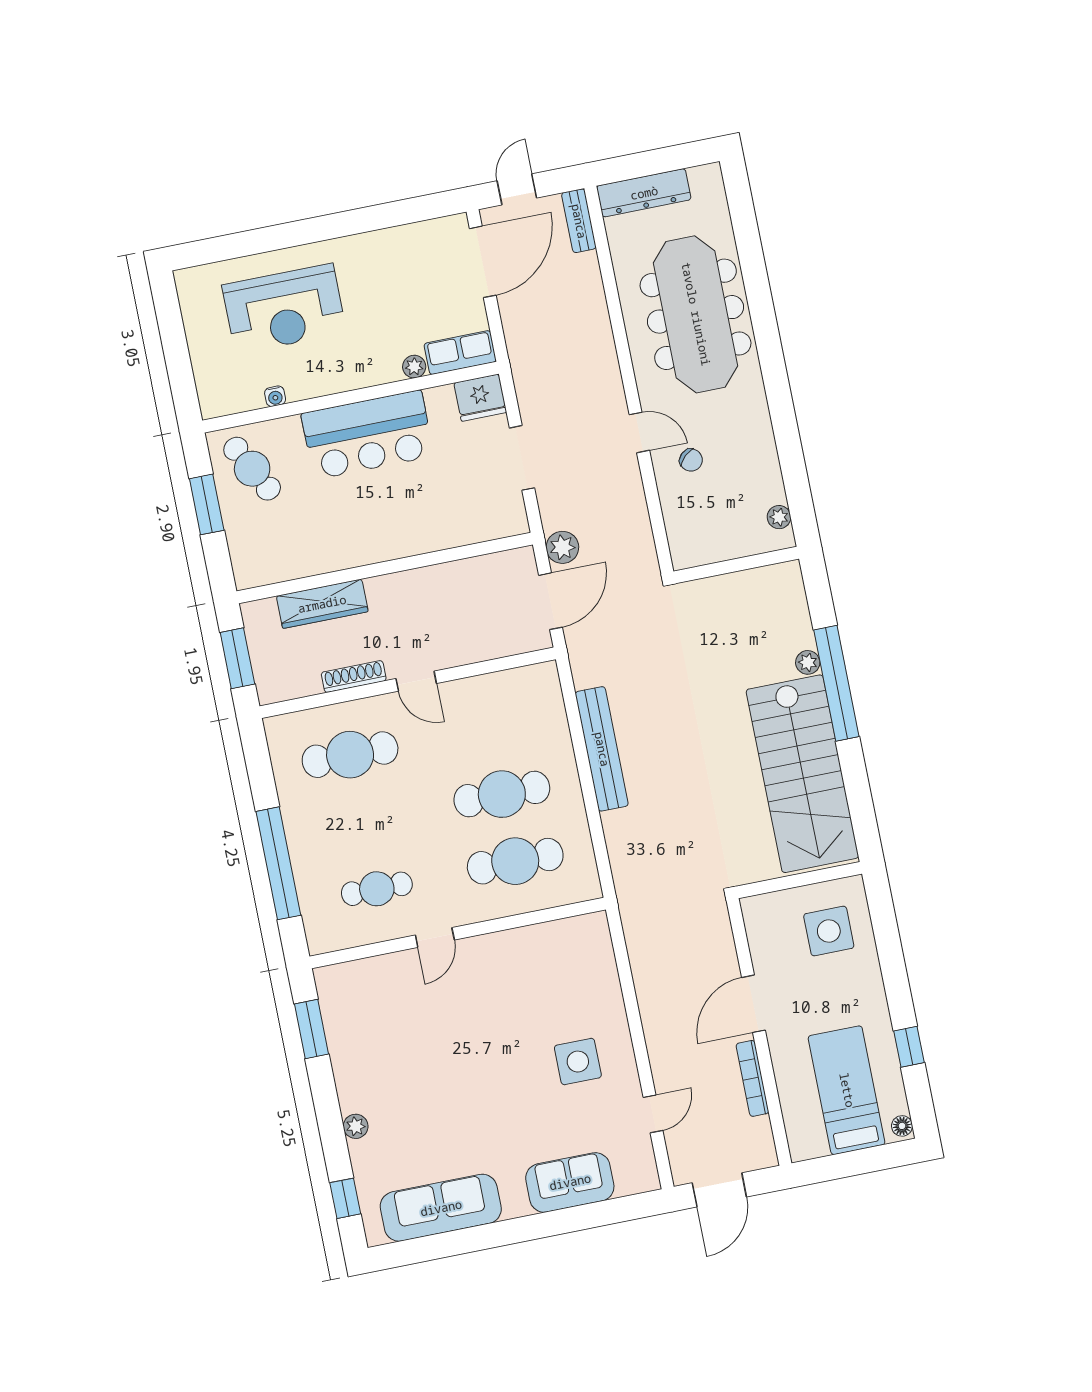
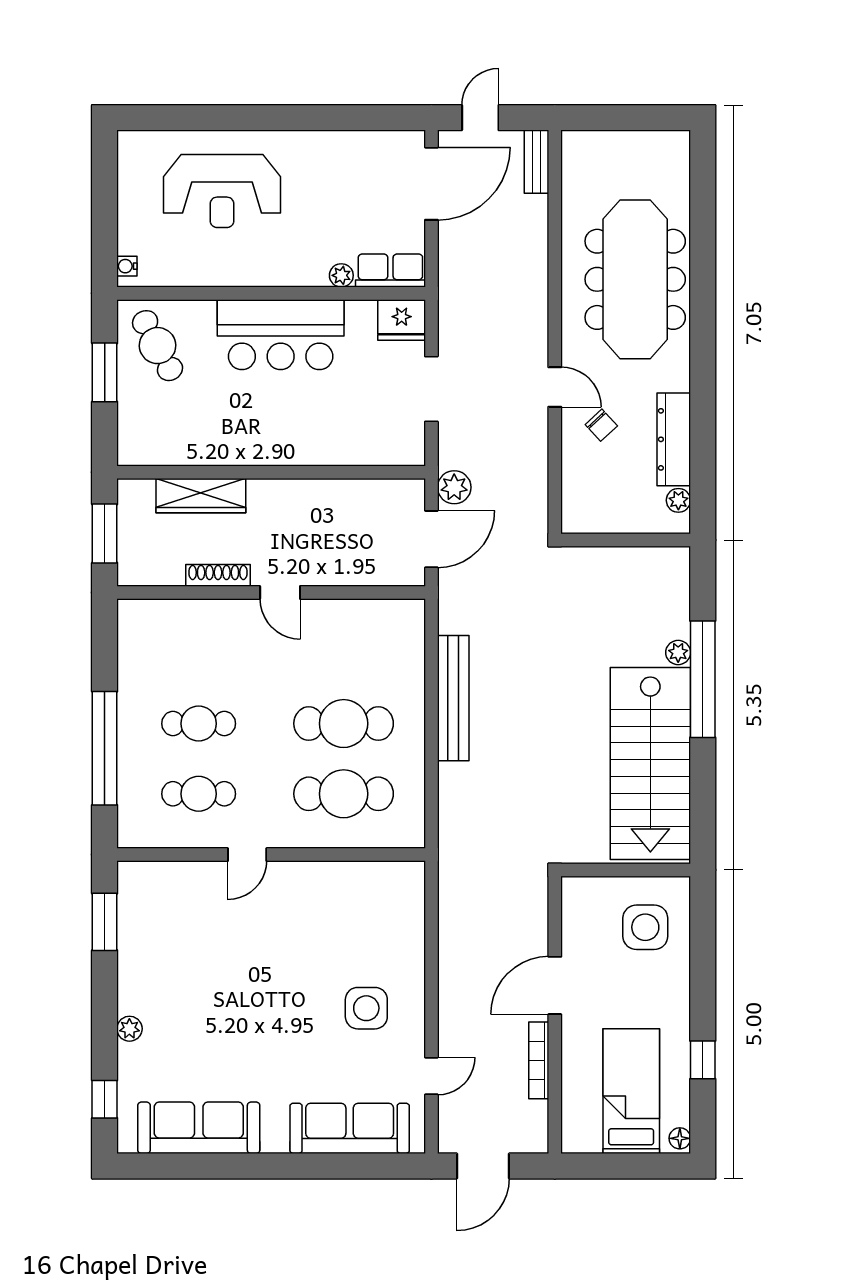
dresser: (644, 193) -> (674, 439), moved, turned 90
water cooler: (275, 396) -> (127, 266), moved, turned 90
cafe table: (350, 755) -> (199, 724), moved, width x0.73, depth x0.74
sofa: (570, 1182) -> (350, 1128), width x1.36

